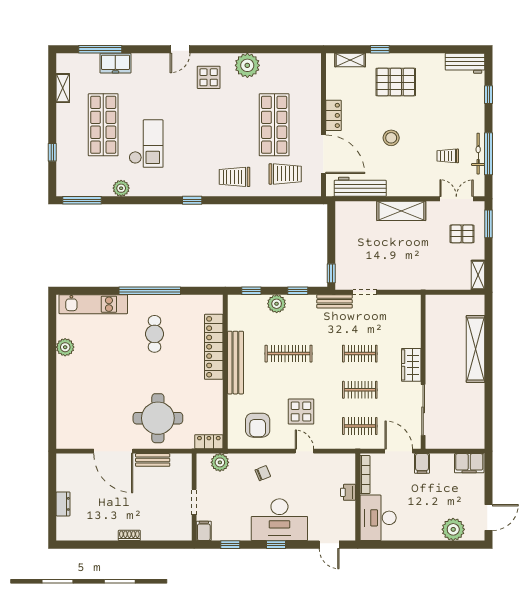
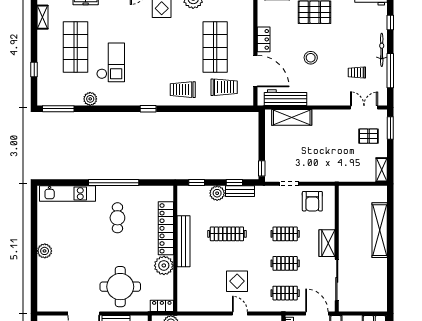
bicycle: (478, 154) -> (382, 50), moved
shelving: (401, 211) -> (292, 117), moved
bench: (335, 301) -> (240, 191), moved
plant: (65, 347) -> (45, 251), moved
plant: (211, 392) -> (164, 265), added
armchair: (258, 425) -> (312, 201), moved

